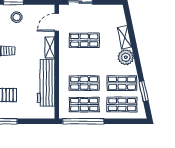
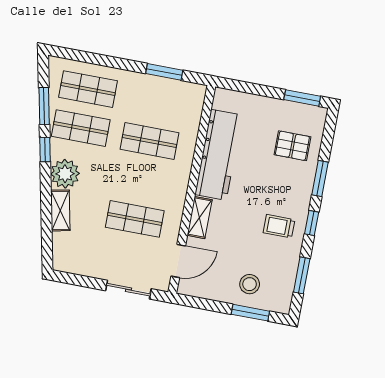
window: (139, 68) -> (45, 150), added
shop shelf: (84, 105) -> (157, 102), removed
window: (83, 121) -> (164, 72), width x0.47

